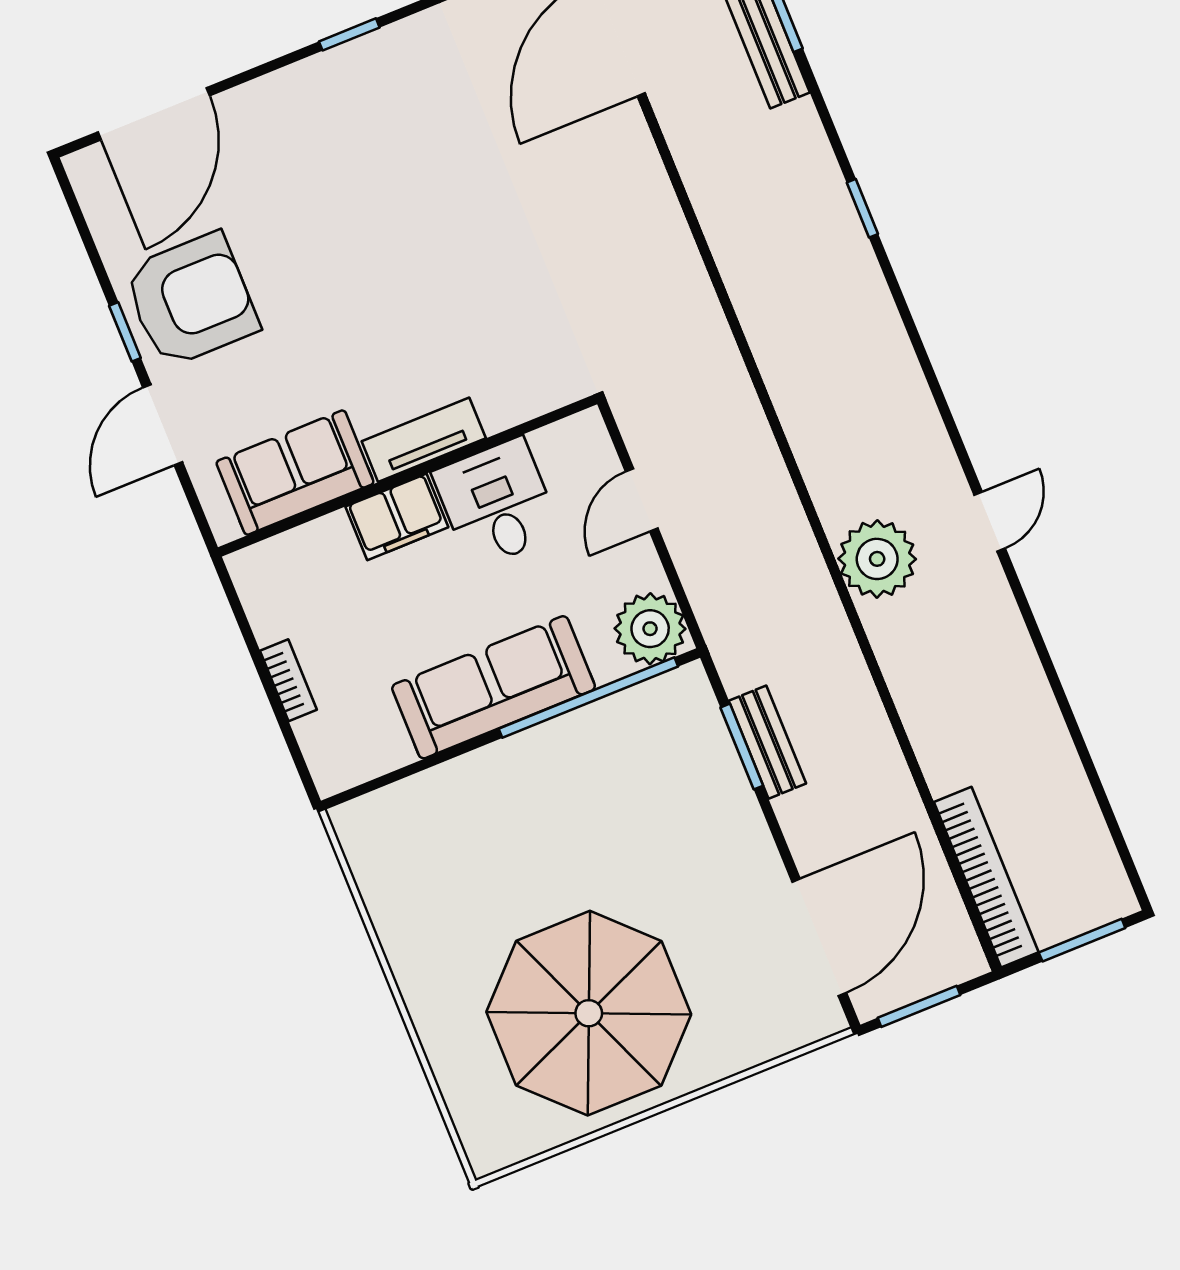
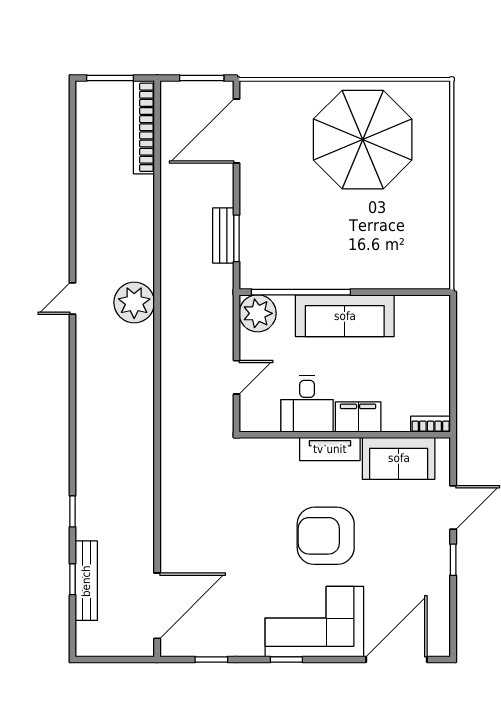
corner sofa: (327, 122) -> (314, 622), added
window: (862, 208) -> (73, 511), moved
armchair: (191, 300) -> (326, 536), moved
bookcase: (288, 680) -> (431, 424), moved, turned 90

